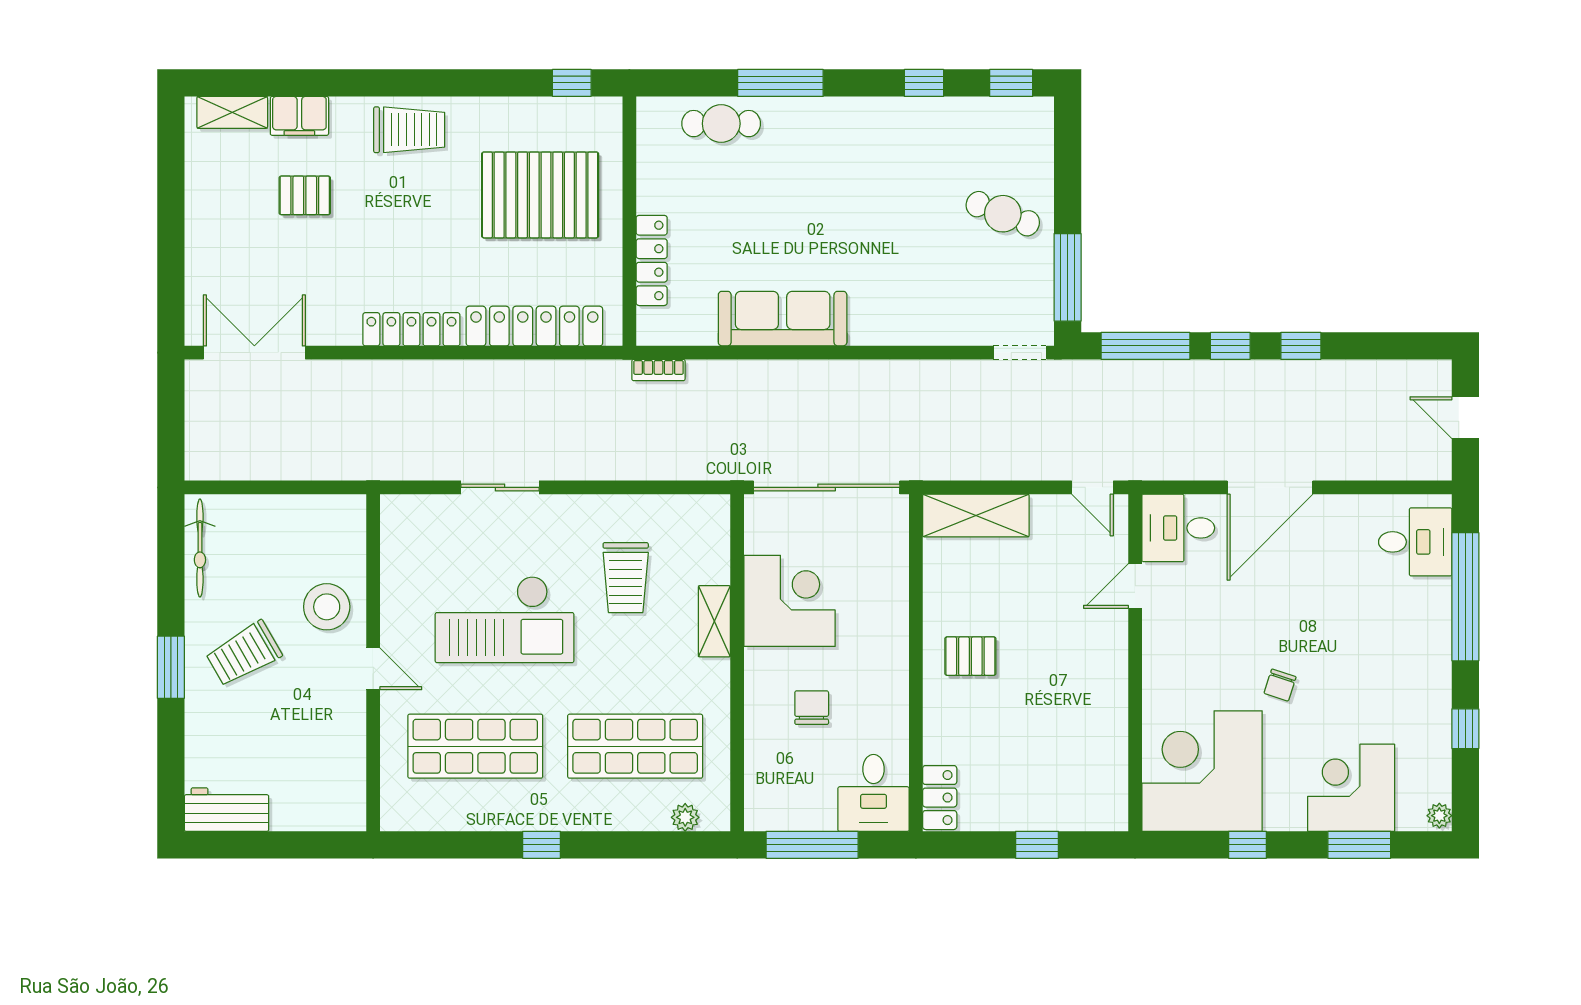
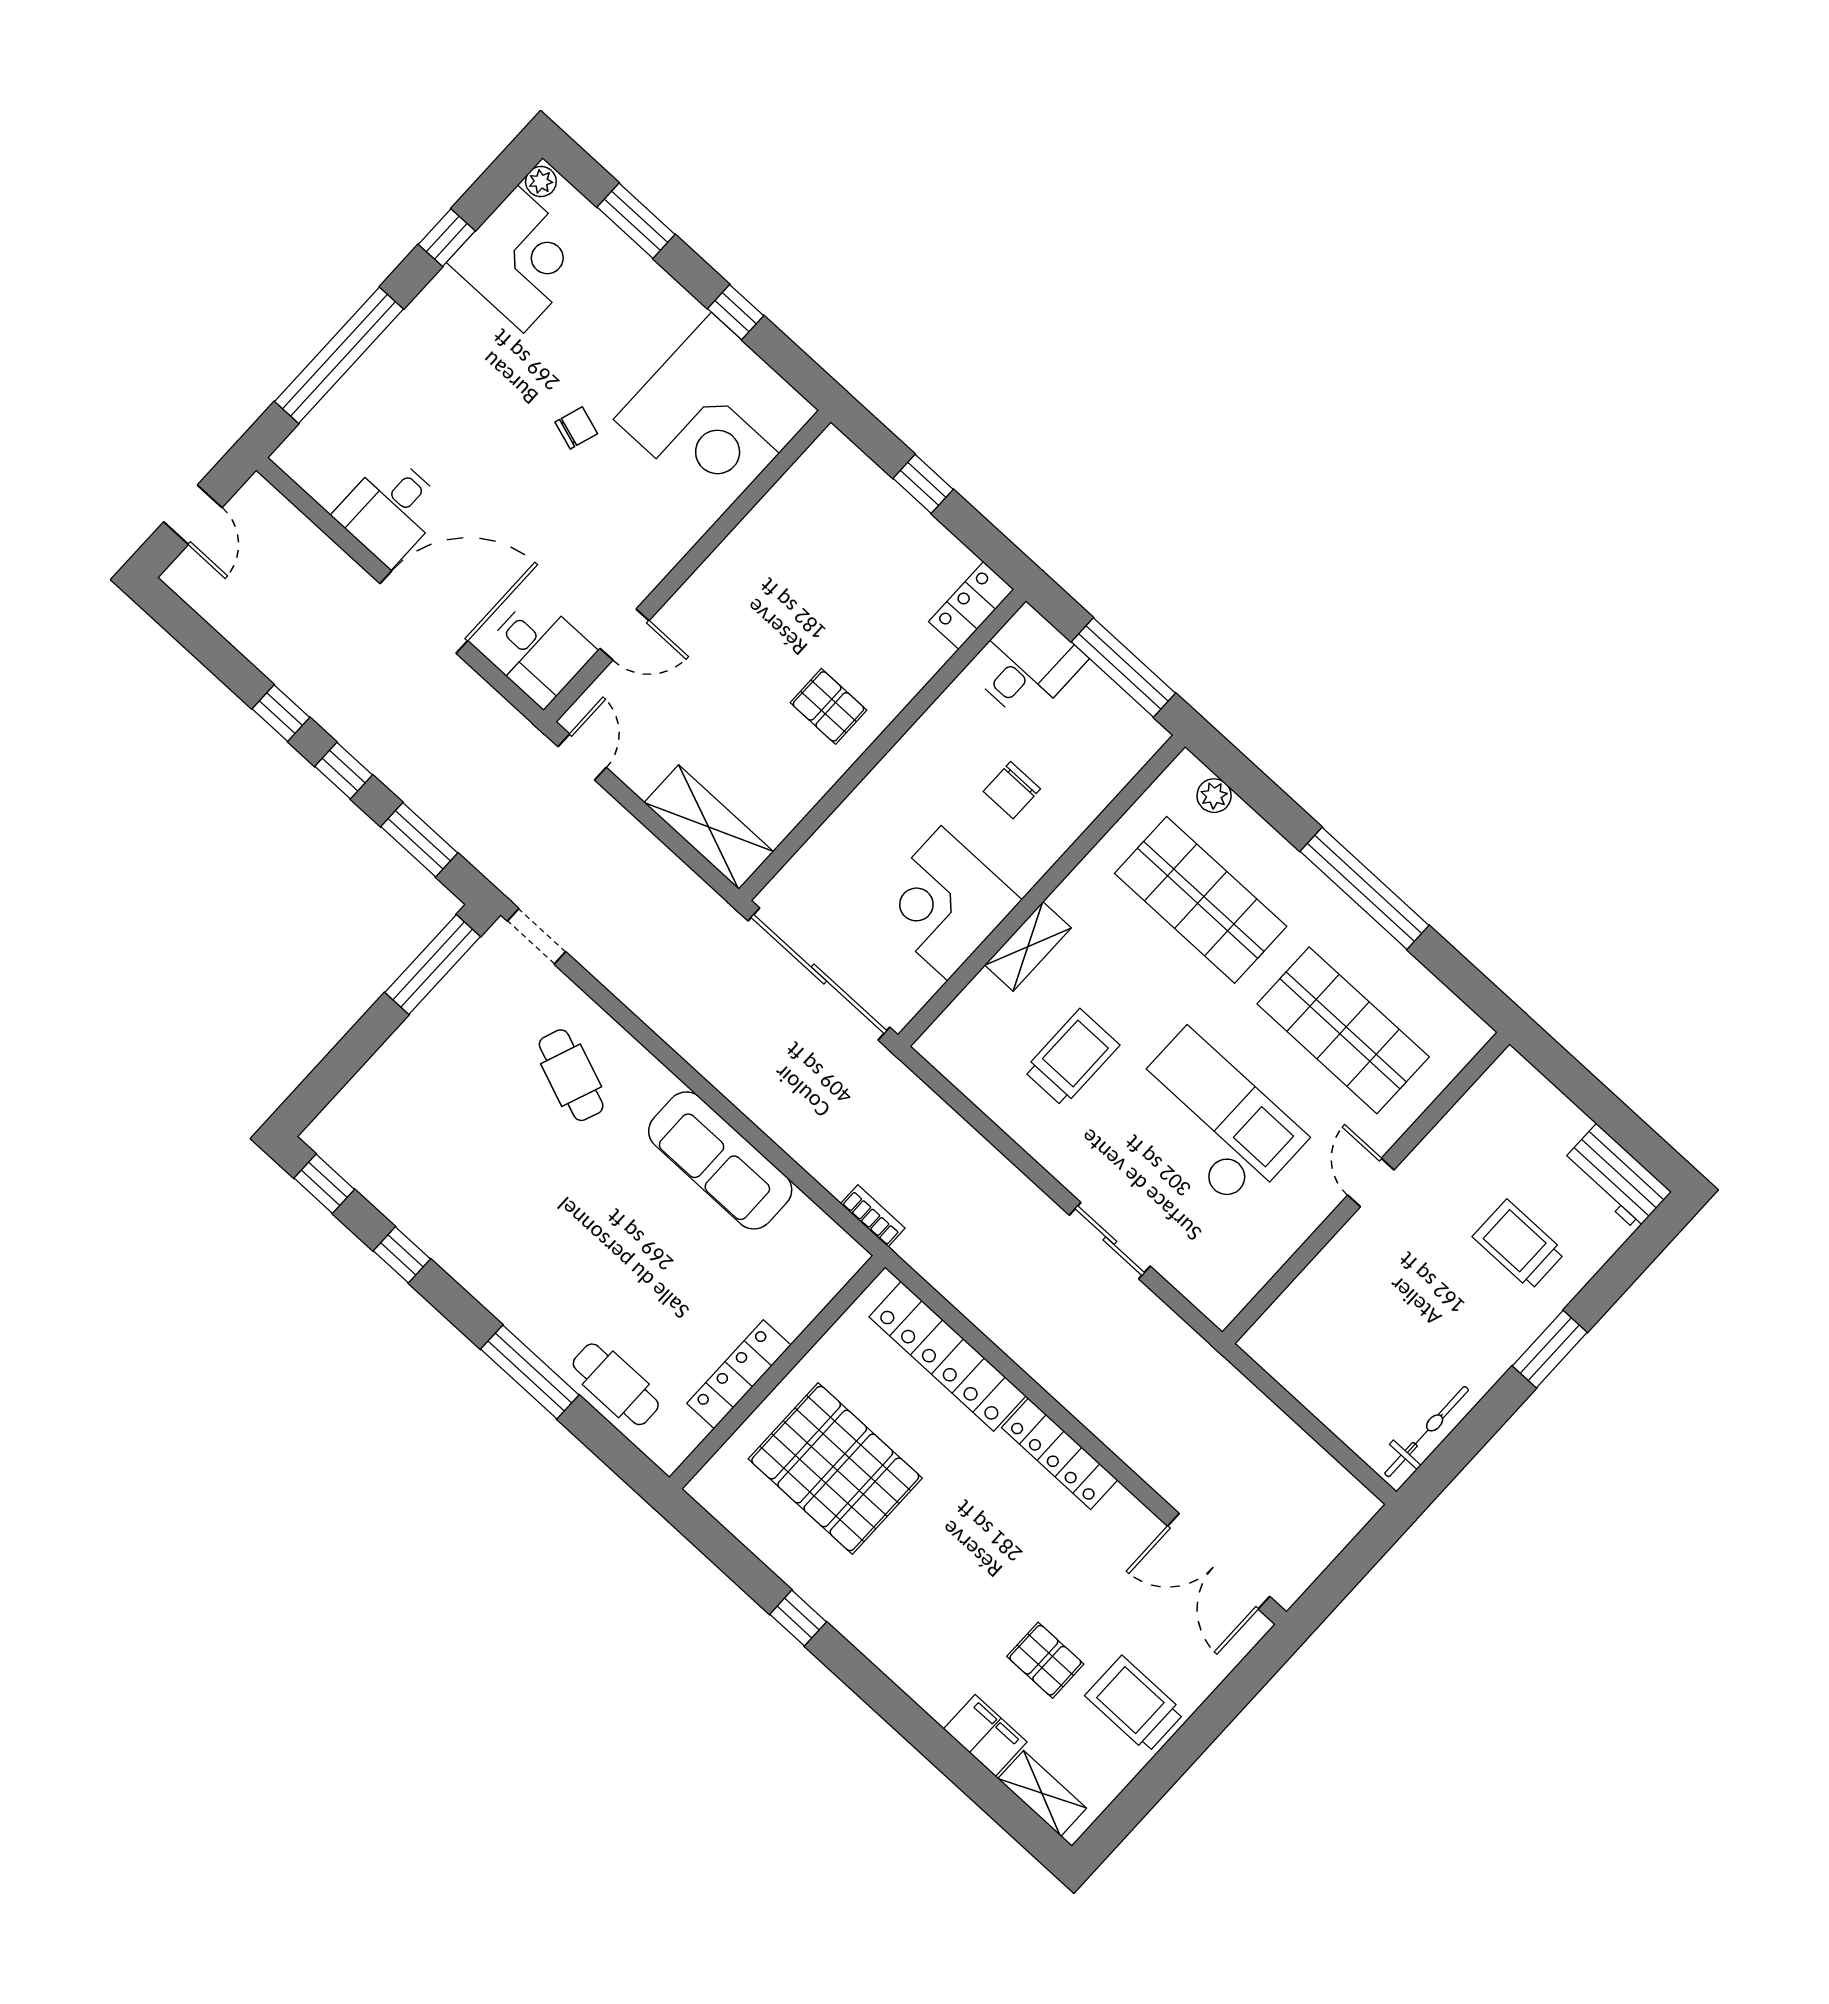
window: (572, 83) -> (798, 1618), moved
trolley: (409, 130) -> (1135, 1704), moved
cafe table: (1003, 214) -> (571, 1075), moved
locker: (652, 260) -> (739, 1374), moved
window: (1146, 346) -> (419, 840), width x0.69
desk: (1415, 542) -> (390, 510), moved, turned -90
stool: (327, 607) -> (1362, 1276), removed
trolley: (244, 654) -> (1519, 1245), moved, turned -150
corner desk: (1351, 788) -> (520, 259), moved, turned -90
window: (542, 845) -> (1365, 888), width x3.17

